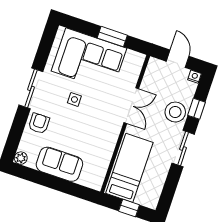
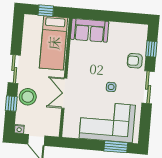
window: (112, 37) -> (116, 147), moved
armchair: (39, 123) -> (135, 61), turned 90
window: (16, 132) -> (151, 49), added
plant: (21, 158) -> (143, 29), removed
sofa: (59, 164) -> (90, 30), moved

